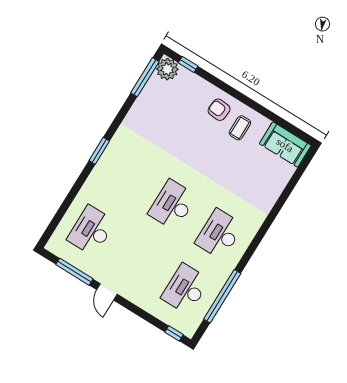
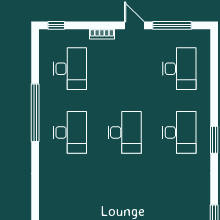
desk: (125, 176) -> (179, 132), added
window: (222, 296) -> (35, 113), moved
bookcase: (139, 302) -> (102, 34), added

